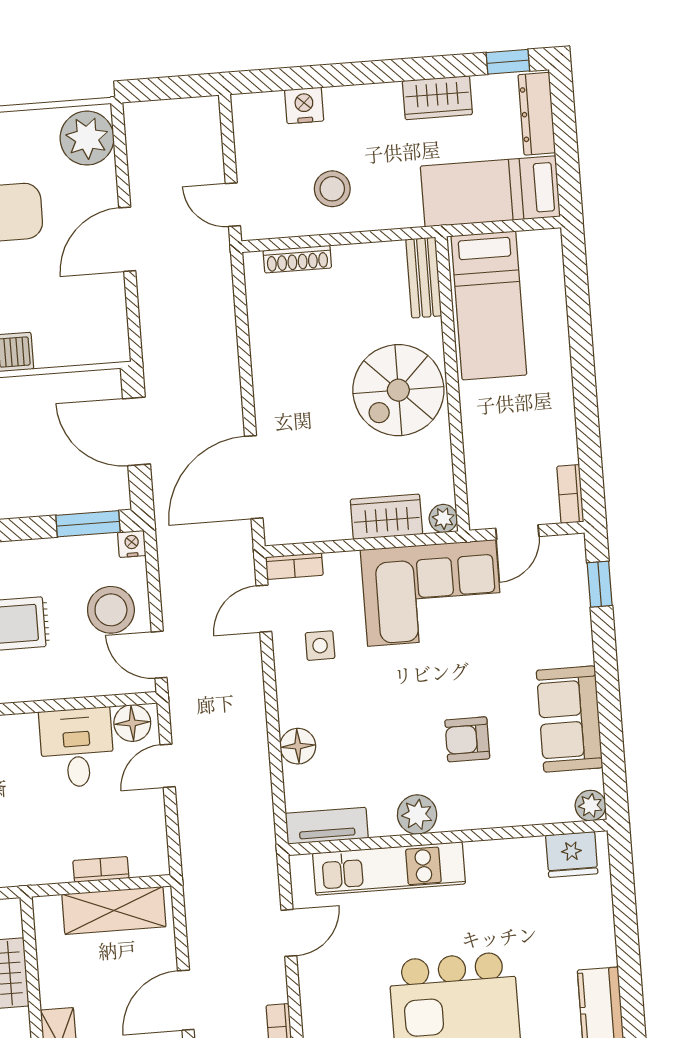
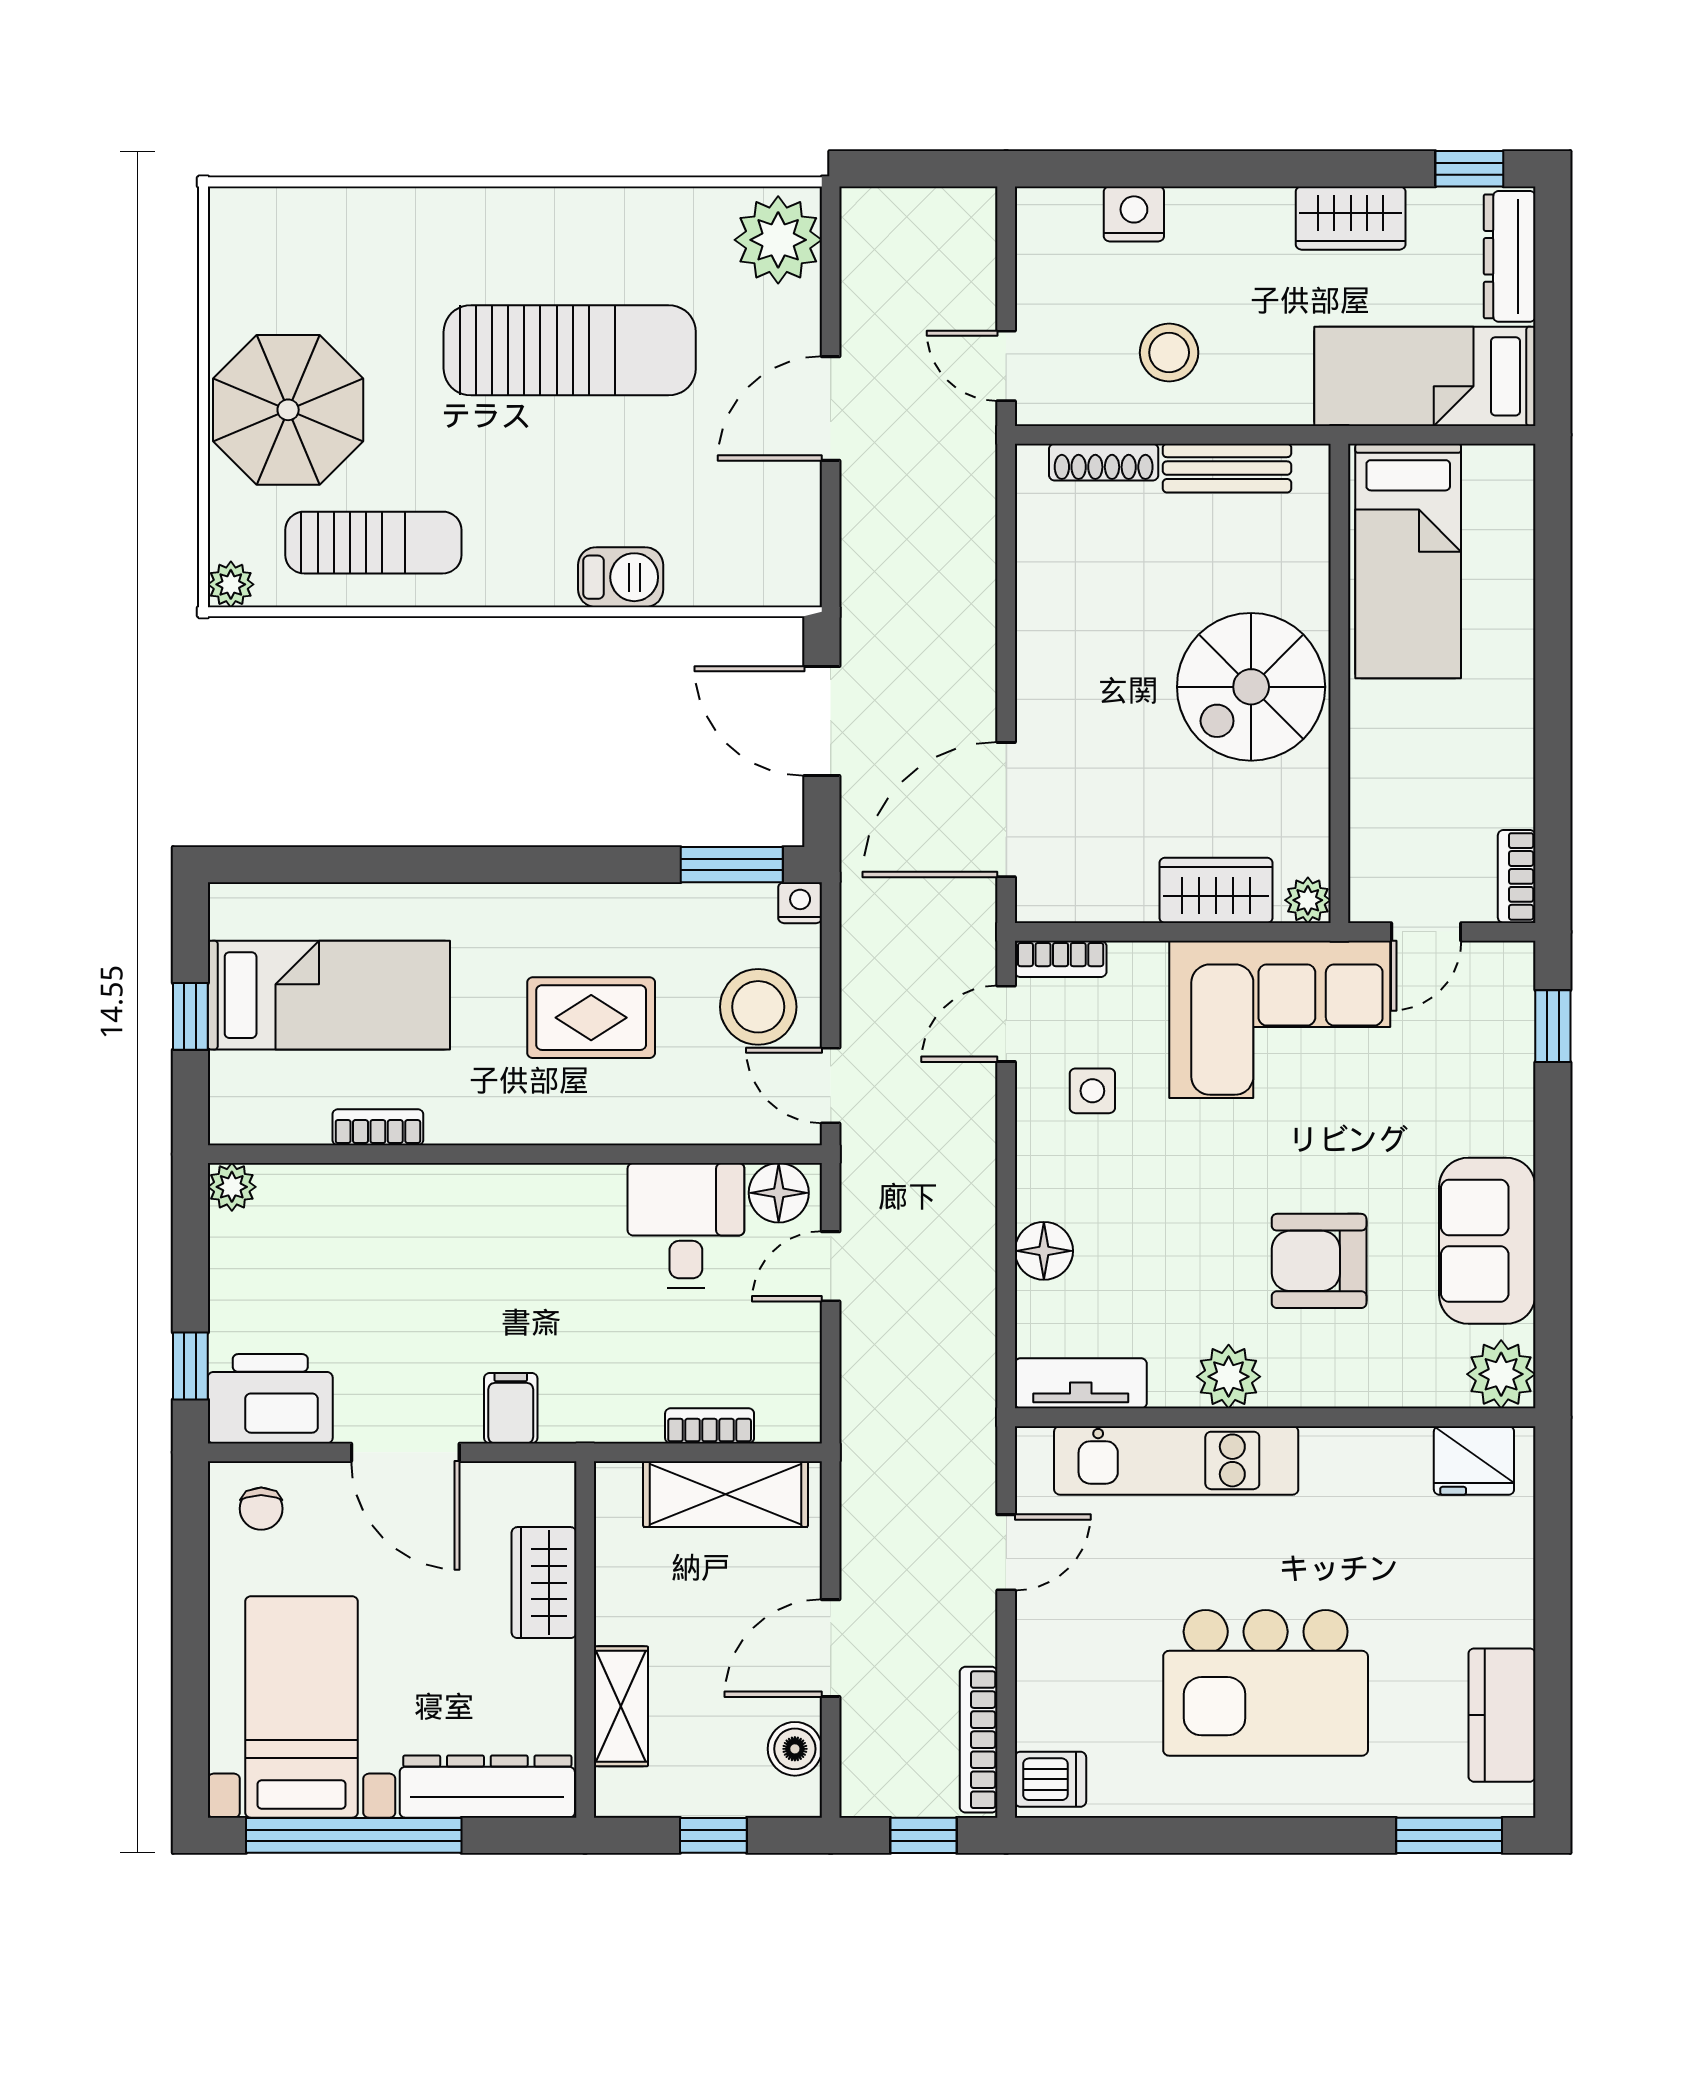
bench: (424, 278) -> (1227, 468), moved, turned 90
armchair: (467, 739) -> (1319, 1261), width x1.38, depth x1.38
plant: (590, 806) -> (1501, 1374), width x1.38, depth x1.38

